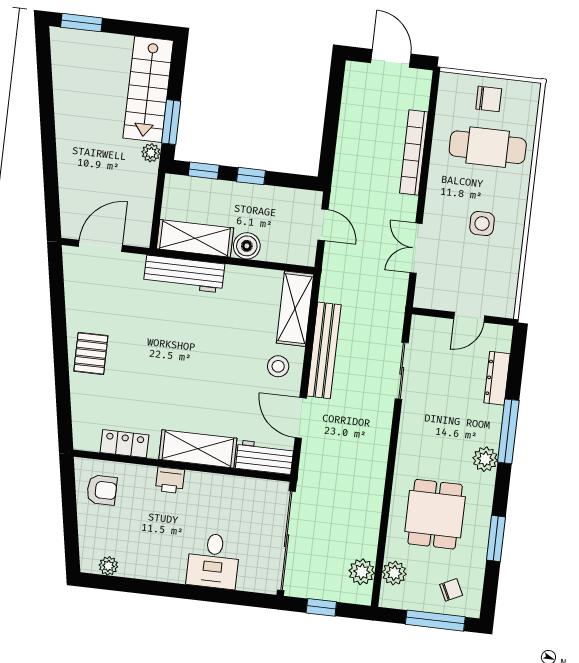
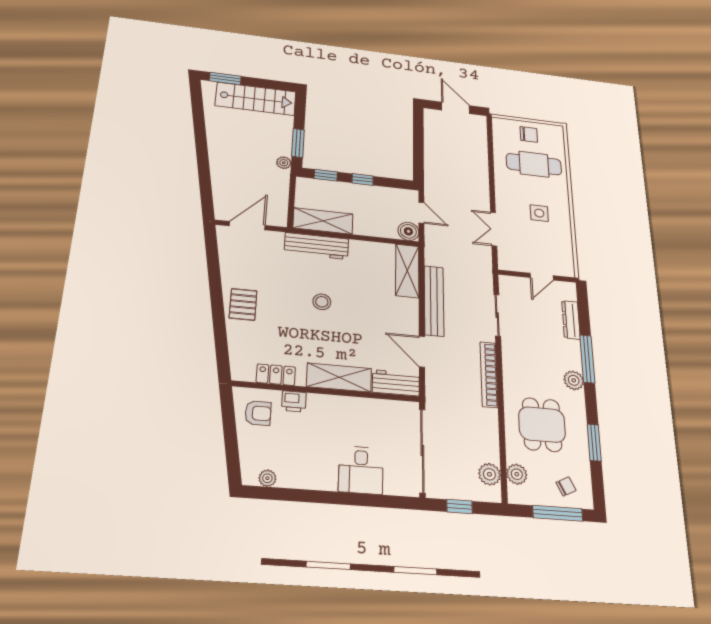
stairs: (148, 89) -> (256, 99), moved, turned -90
bookcase: (414, 152) -> (489, 375), moved
boiler: (247, 246) -> (408, 231), moved
stool: (278, 366) -> (322, 302), moved
printer: (170, 480) -> (294, 401), moved

